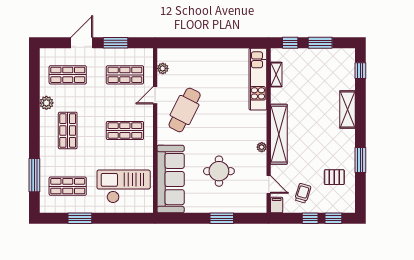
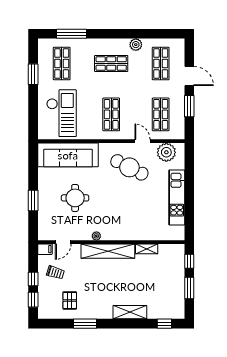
plant: (163, 68) -> (166, 152), width x1.87, depth x1.87
shelving: (276, 75) -> (147, 249), moved
kitchen unit: (258, 79) -> (177, 197), moved, turned -90

